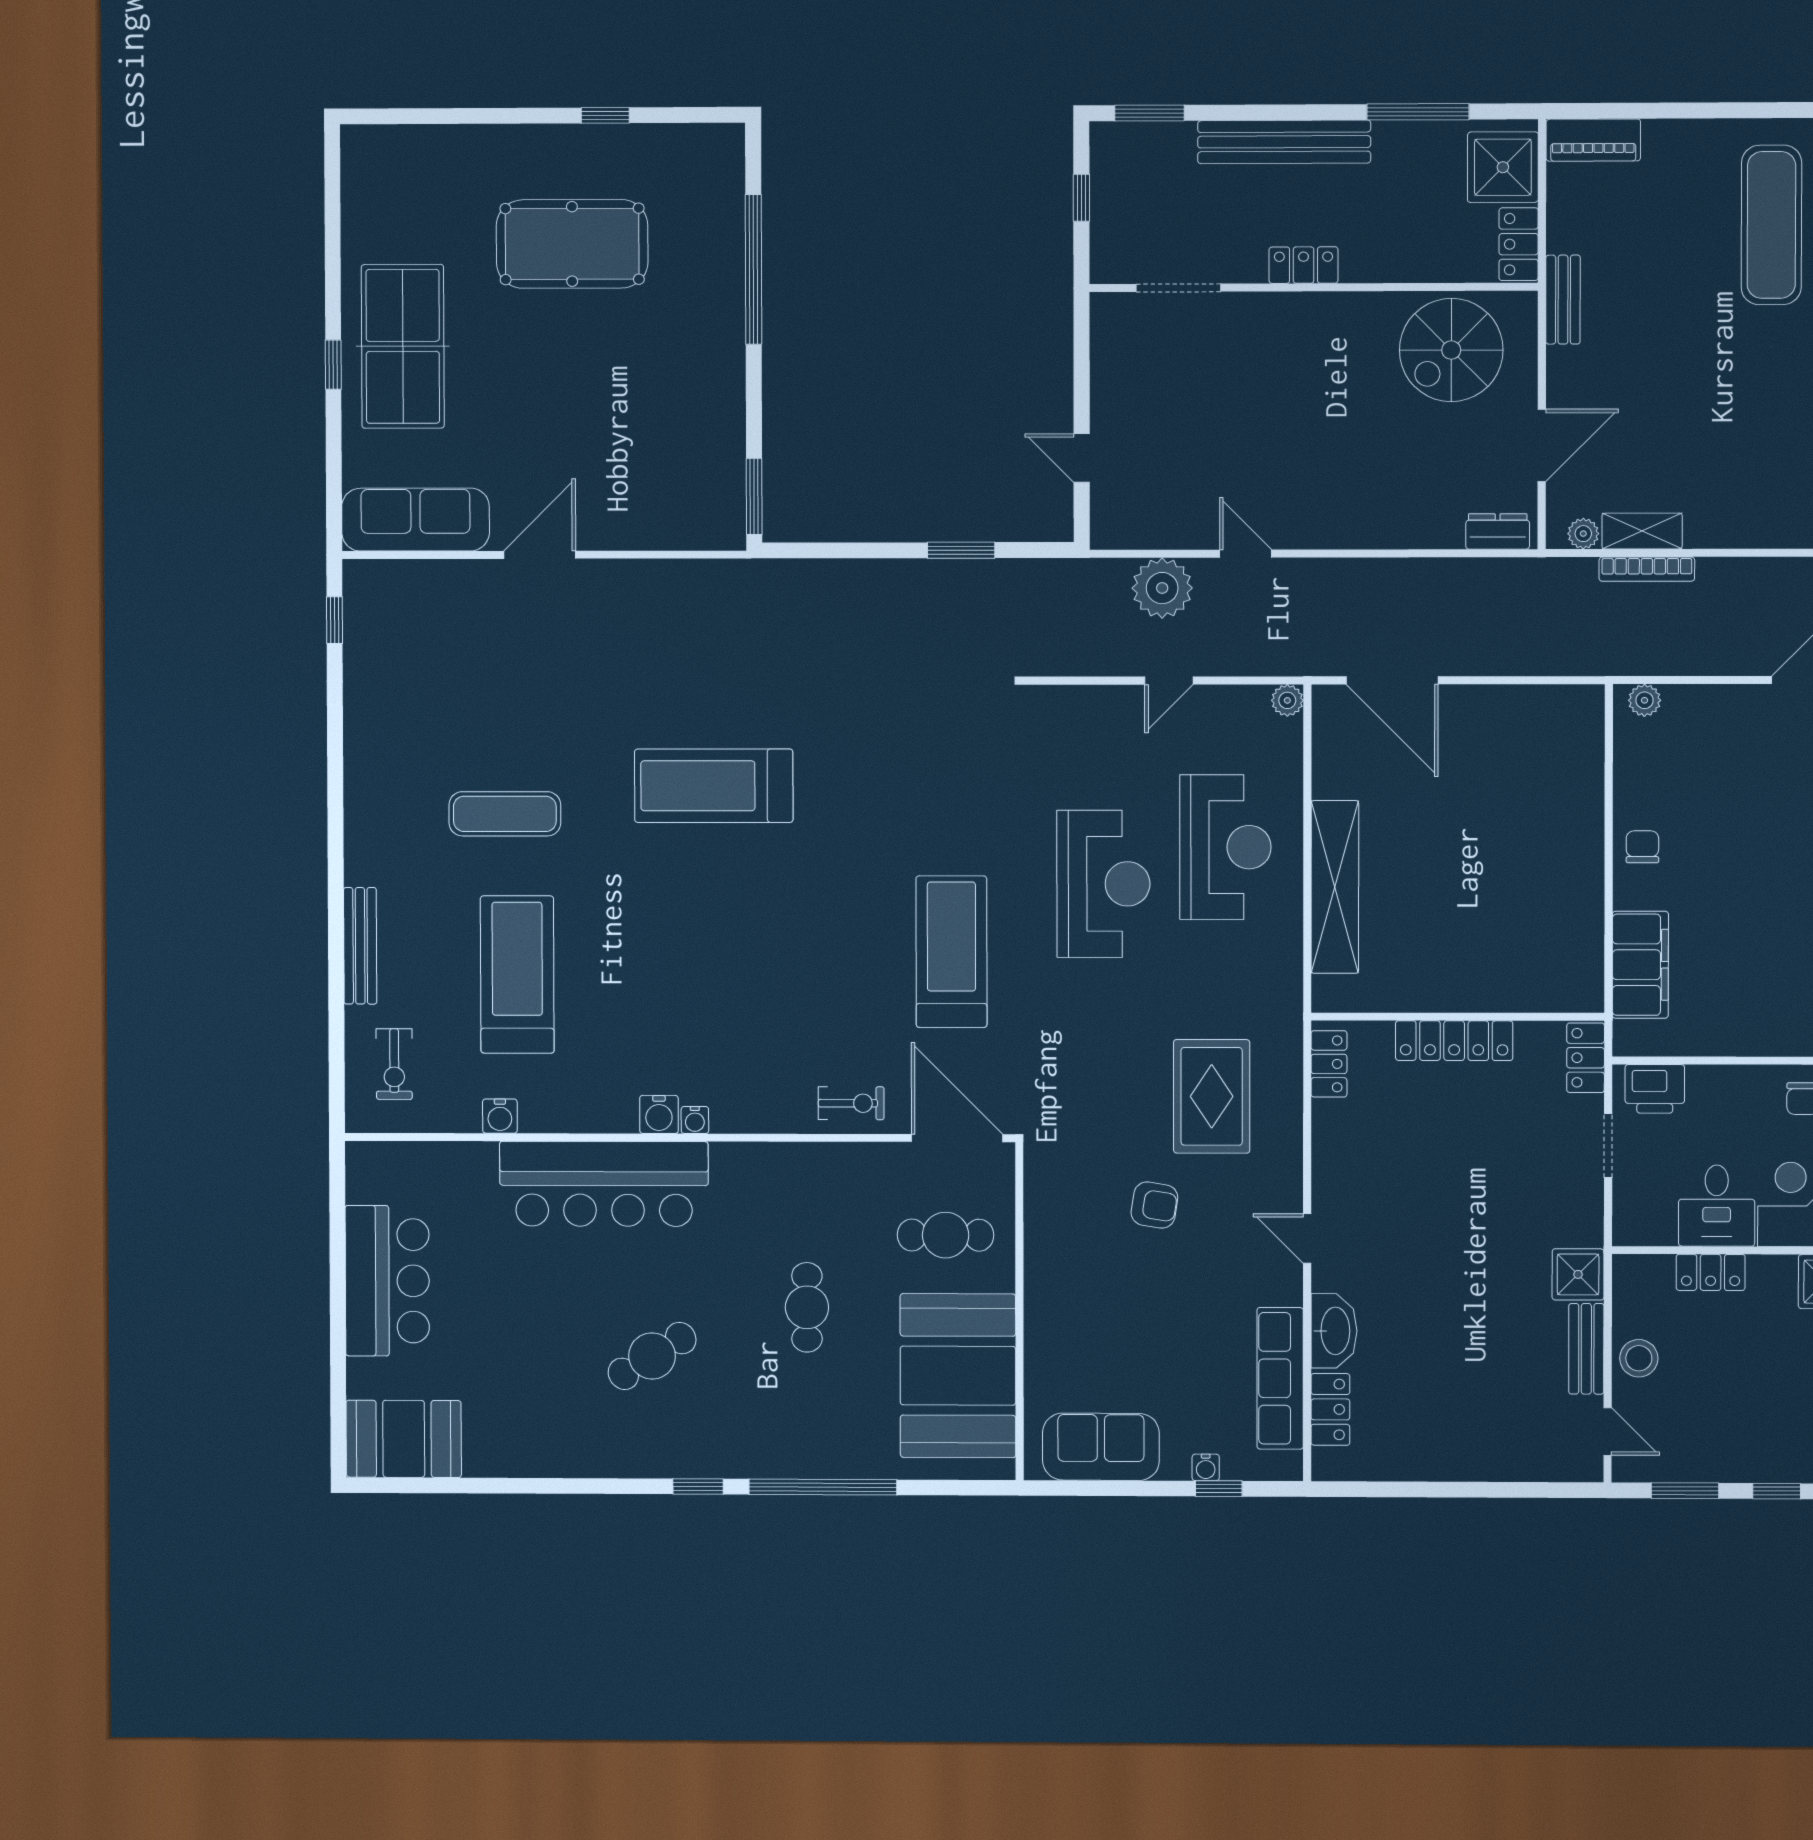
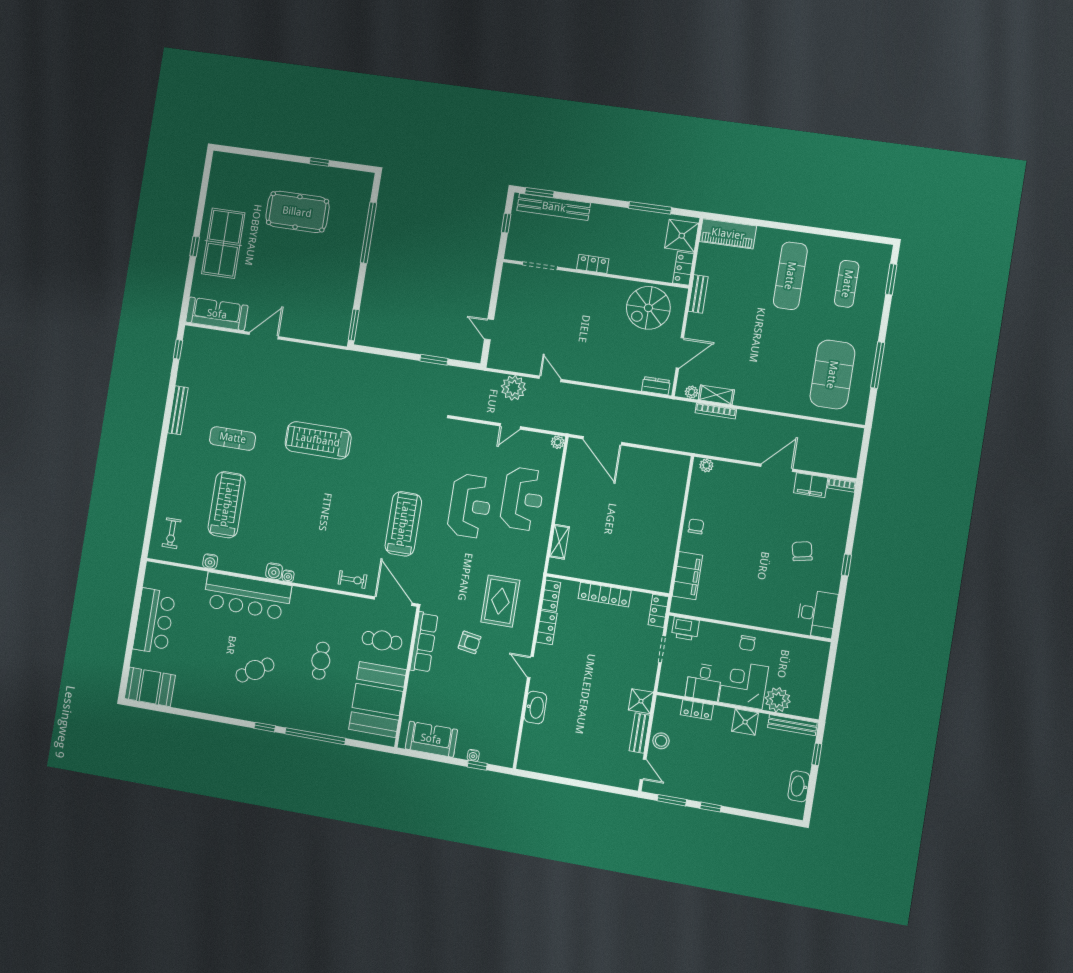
piano: (1593, 140) -> (728, 234), width x1.37, depth x1.33
bench: (1284, 142) -> (554, 207), moved
shelving: (1335, 887) -> (559, 542), width x0.45, depth x0.75
bench: (360, 946) -> (178, 410), moved
row of seats: (1280, 1378) -> (424, 642), moved, turned 180
locker: (1330, 1409) -> (547, 628), moved

